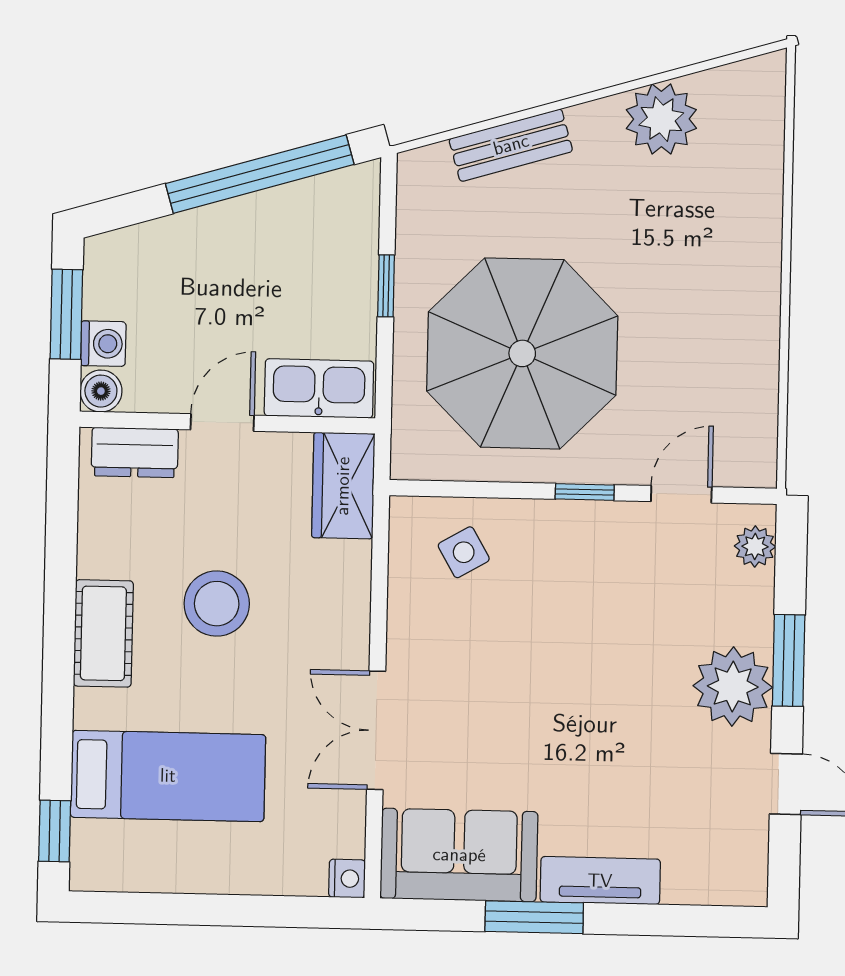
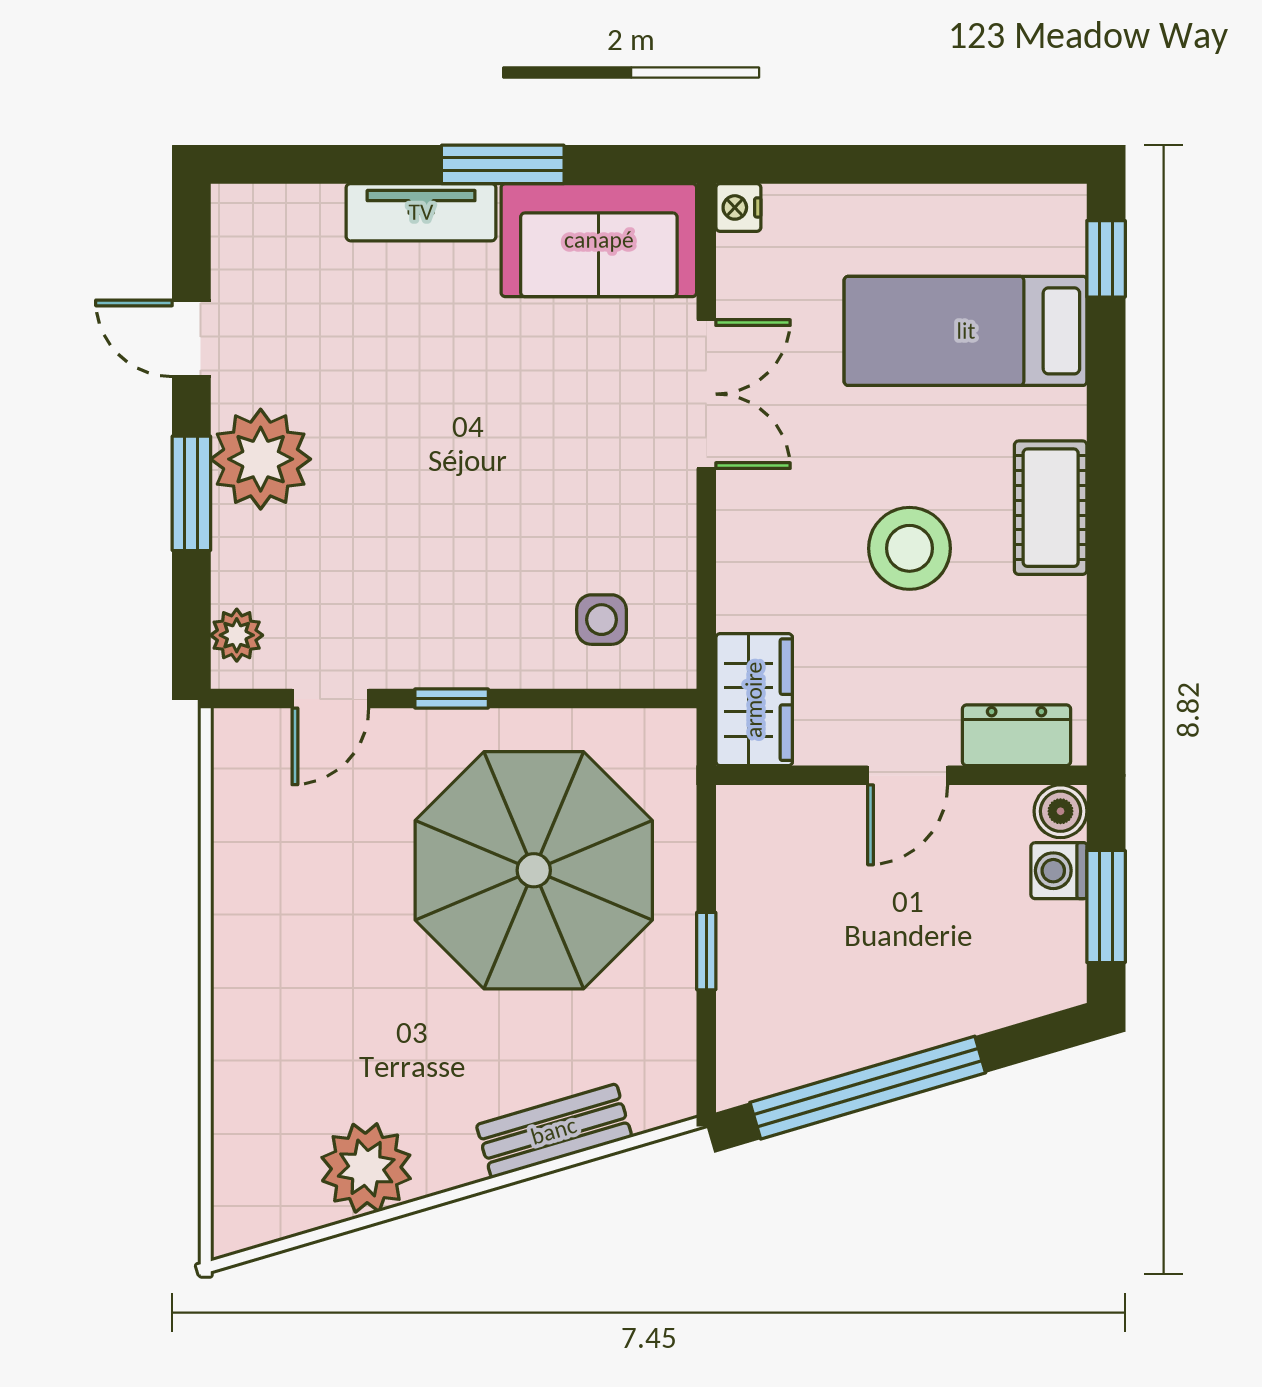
kitchen sink: (319, 388) -> (787, 821), removed
side table: (464, 552) -> (602, 620), turned 30

